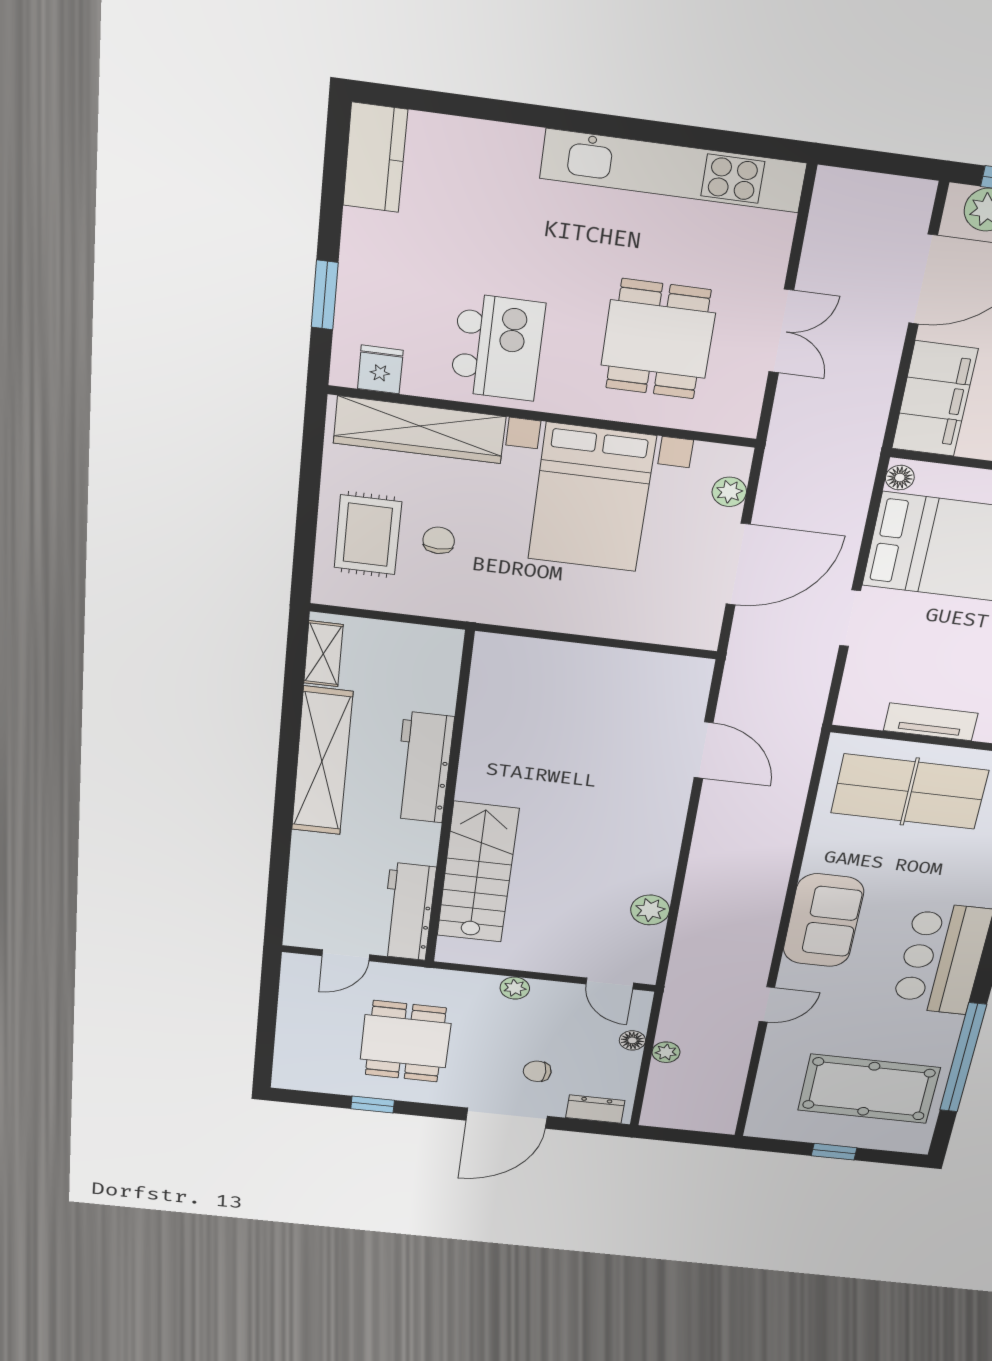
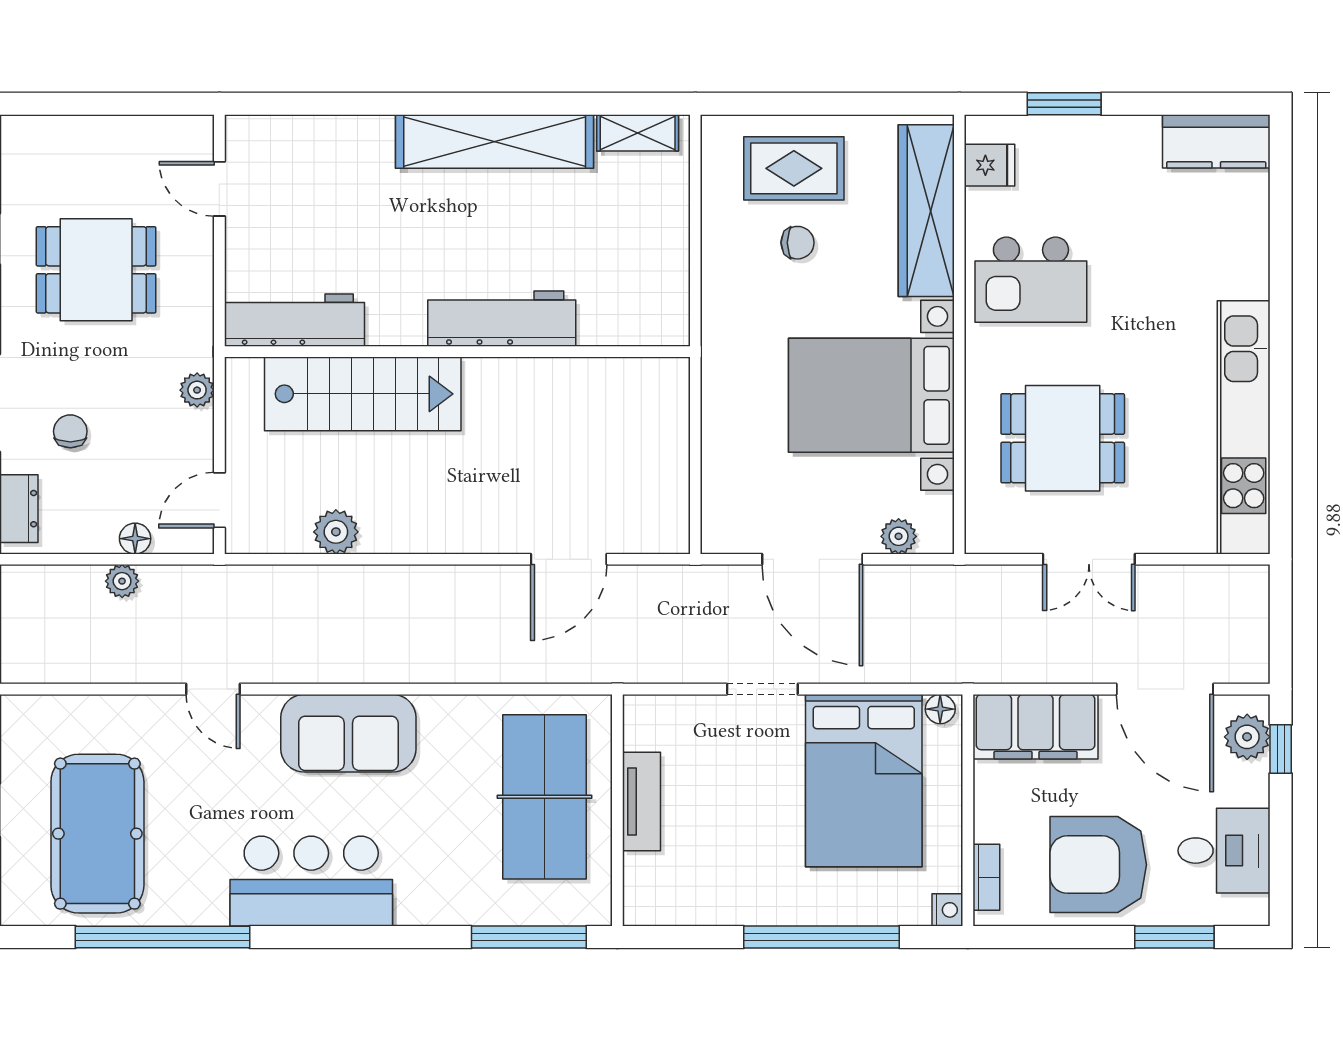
workbench: (423, 768) -> (502, 319), moved
wall: (449, 803) -> (457, 352), moved
stairs: (478, 873) -> (363, 394), moved
workbench: (408, 912) -> (294, 320), moved

